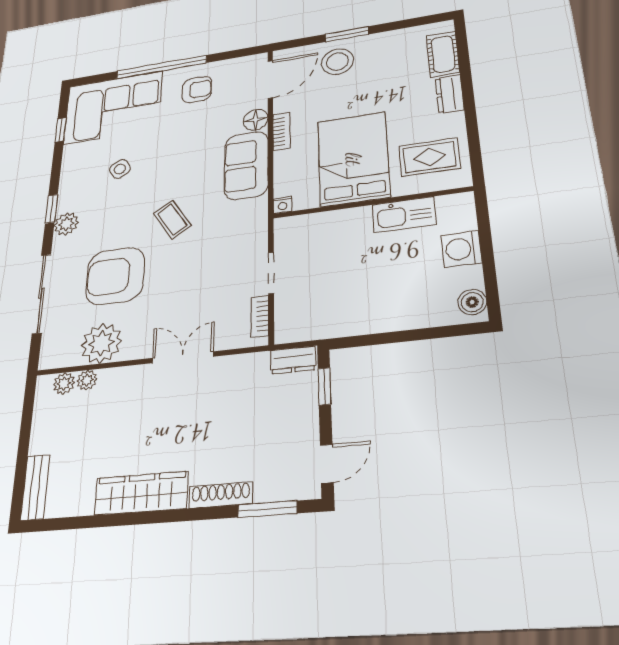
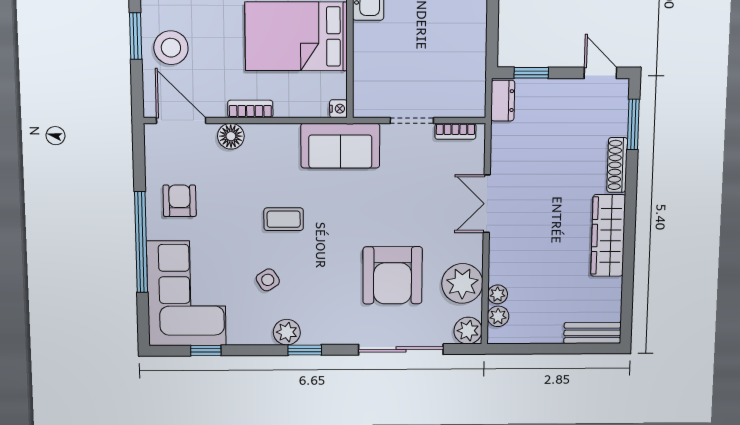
sofa: (246, 165) -> (340, 146), moved
coffee table: (172, 220) -> (284, 219), moved, turned 33
plant: (66, 224) -> (287, 332), moved
plant: (53, 355) -> (468, 331), added

